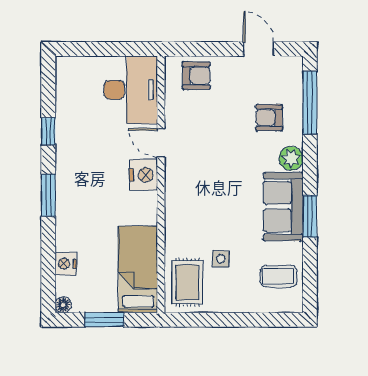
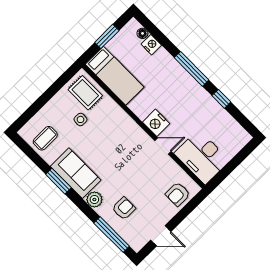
window: (48, 195) -> (192, 69), width x1.44
floor lamp: (63, 305) -> (142, 33), moved

